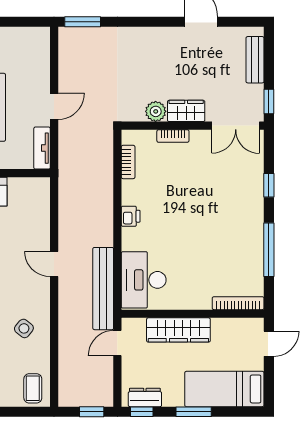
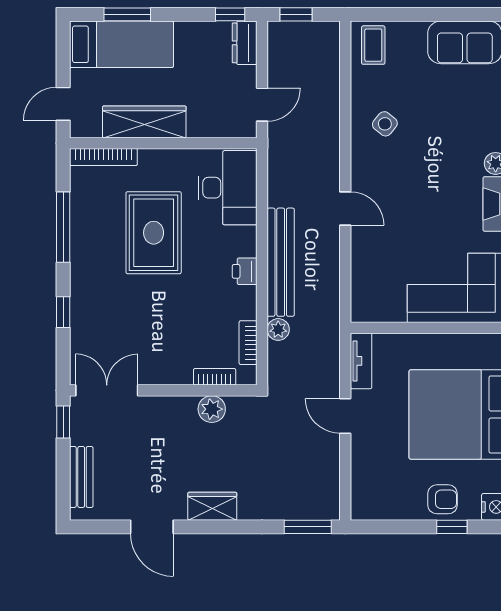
door: (54, 106) -> (345, 416), hinge flipped
wardrobe: (186, 111) -> (212, 506), moved, turned 180
bookcase: (173, 136) -> (215, 377), moved
plant: (105, 172) -> (278, 329), added
rug: (200, 246) -> (154, 233), added
bench: (103, 289) -> (281, 262), moved
wardrobe: (178, 330) -> (144, 122), moved
dresser: (145, 397) -> (245, 43), moved, turned 90
window: (194, 412) -> (127, 14), moved

